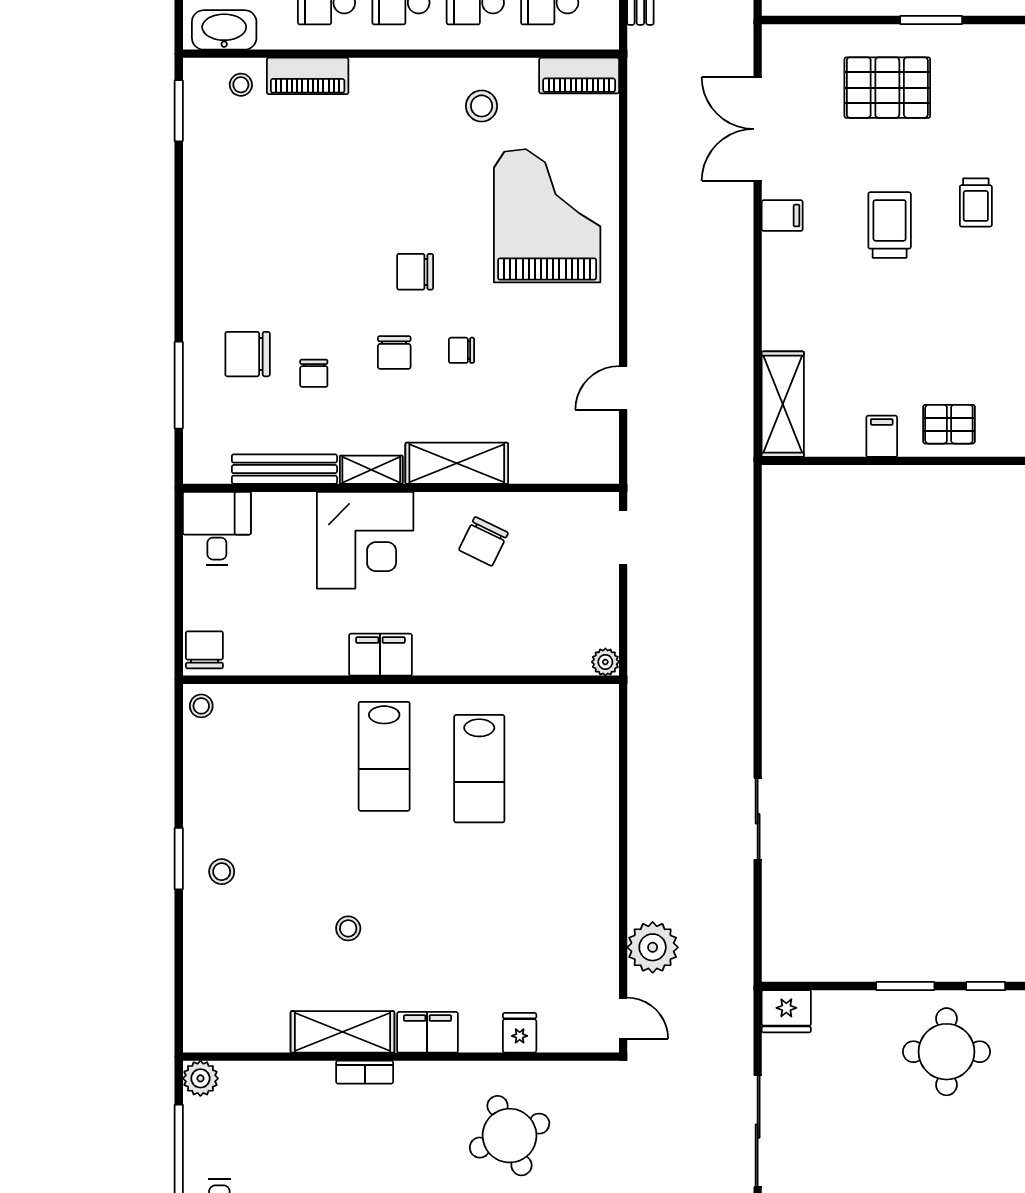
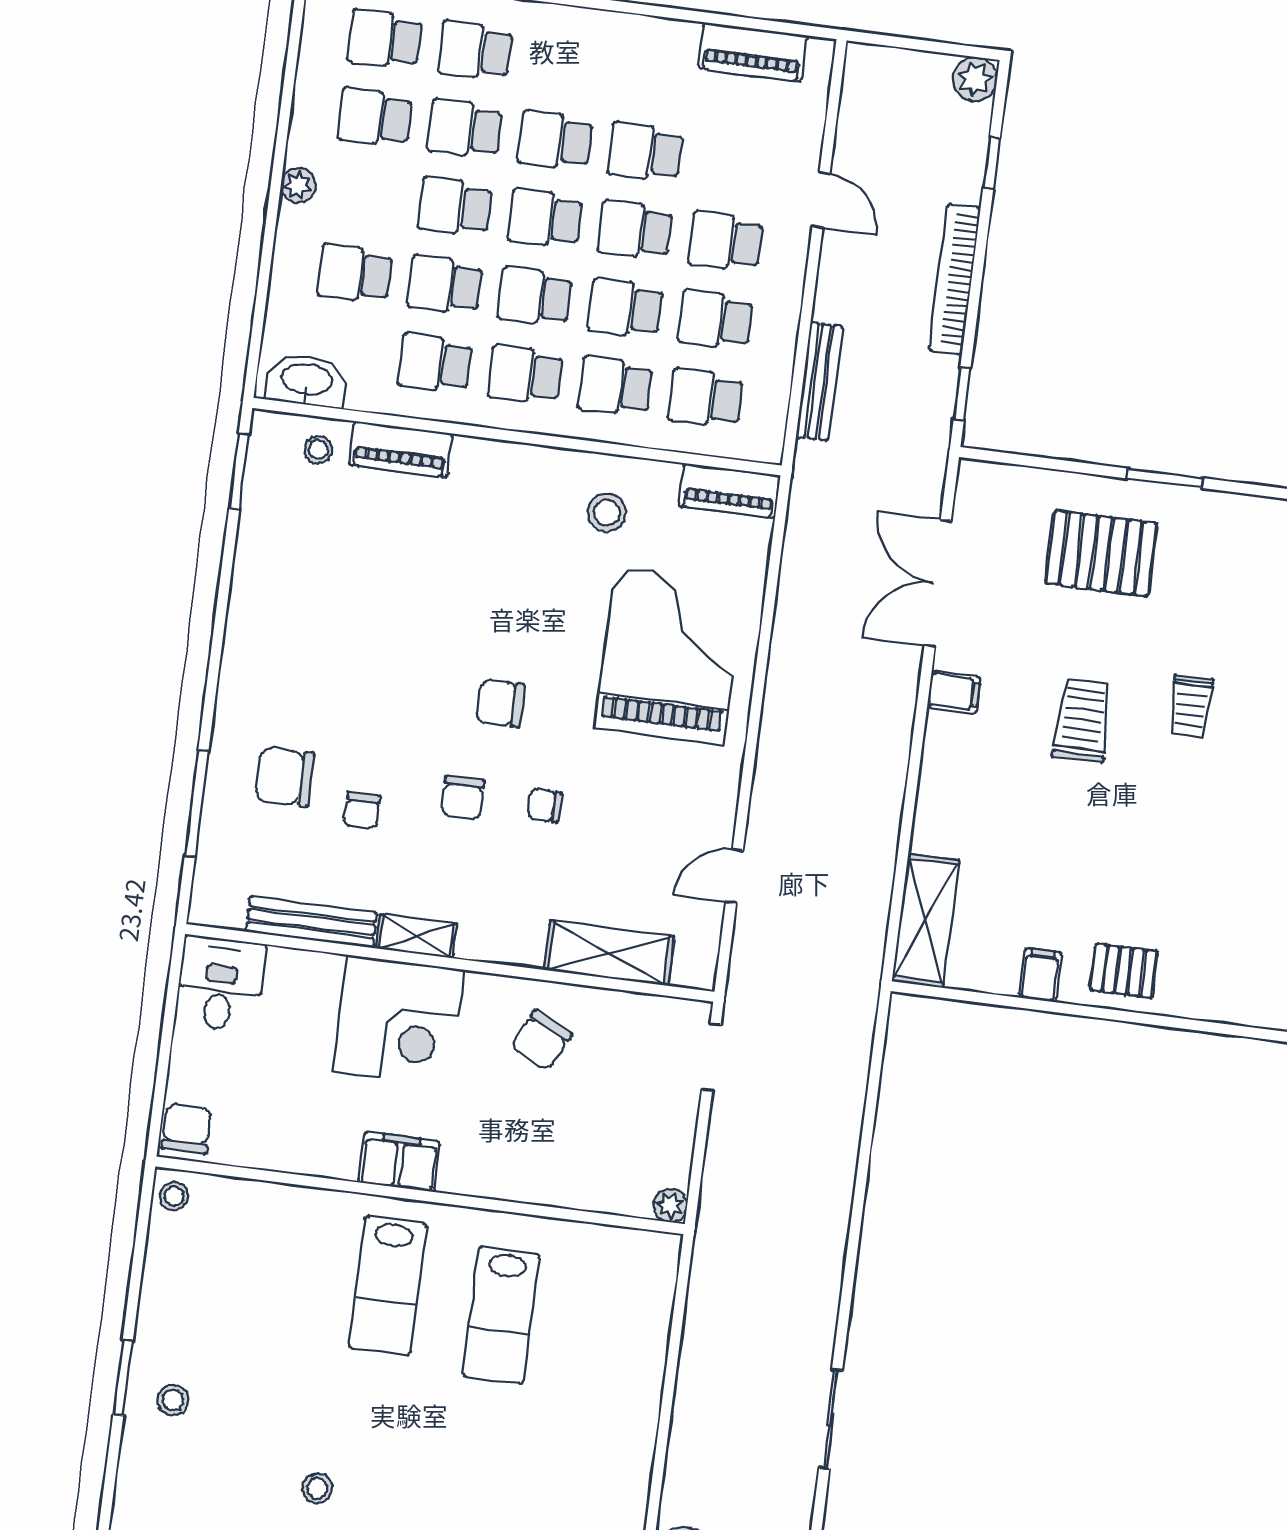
shelving: (457, 463) -> (609, 953), moved

